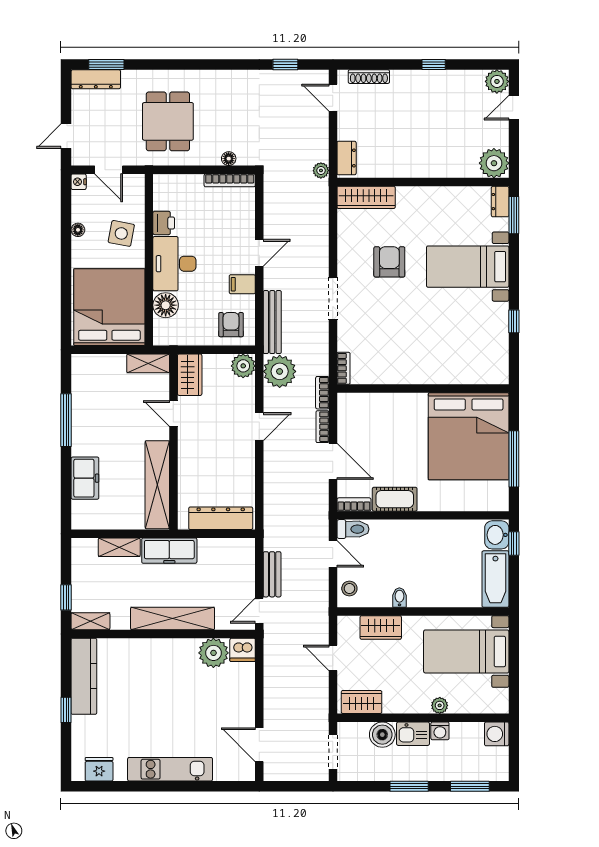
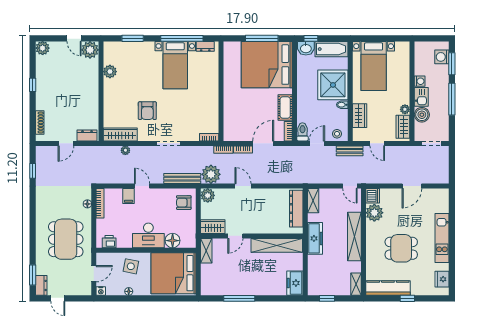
dresser: (96, 79) -> (41, 285), width x0.70
door: (333, 98) -> (66, 143), moved
door: (514, 108) -> (74, 38), moved
dining table: (168, 121) -> (66, 239), width x1.37
door: (66, 136) -> (58, 298), moved
plant: (321, 170) -> (125, 150), moved
wardrobe: (366, 197) -> (120, 134), moved, turned -90
plant: (457, 197) -> (110, 72), added
dresser: (500, 202) -> (205, 46), moved
window: (514, 215) -> (133, 38), moved
printer: (164, 223) -> (109, 242), moved
armchair: (389, 262) -> (147, 111), turned -90
bed with nightstands: (468, 267) -> (175, 65), moved
filing cabinet: (242, 284) -> (129, 196), moved
window: (514, 321) -> (182, 38), width x3.17
bed: (469, 436) -> (267, 65), moved, turned 180
freezer: (85, 478) -> (295, 283), moved, turned -90
shelving: (119, 547) -> (313, 201), moved
bench: (272, 574) -> (350, 151), moved
shower: (434, 582) -> (333, 85), added
window: (66, 597) -> (327, 298), moved
door: (333, 658) -> (377, 143), hinge flipped
dining table: (152, 699) -> (401, 248), added
plant: (440, 705) -> (405, 109), moved
washing machine: (497, 734) -> (442, 57), moved, turned 90
door: (259, 745) -> (412, 186), moved
window: (409, 786) -> (452, 99), width x1.44

